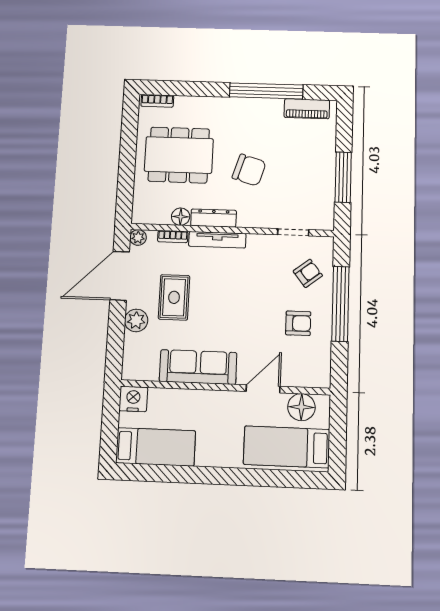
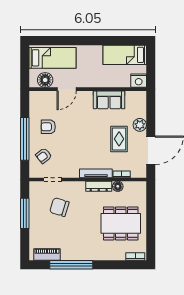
chair: (249, 170) -> (59, 207), moved
plant: (138, 238) -> (142, 173), removed
sofa: (198, 367) -> (109, 100), width x0.73

